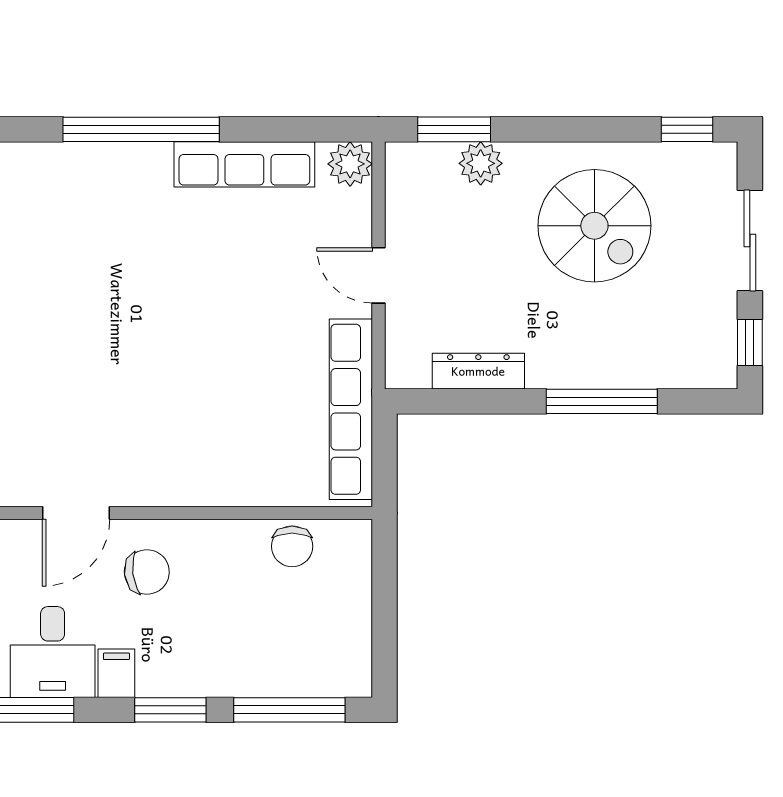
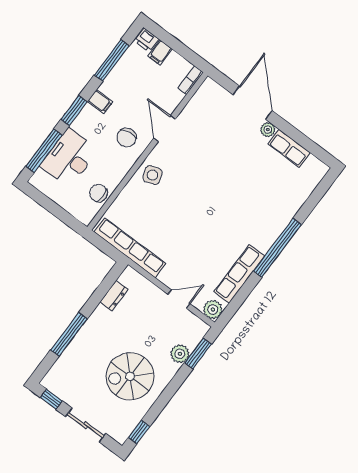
door: (378, 275) -> (179, 299), moved
dresser: (478, 371) -> (114, 296), width x0.70
side table: (181, 470) -> (152, 175), added
desk: (53, 652) -> (69, 158), moved, width x1.37

